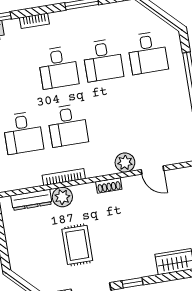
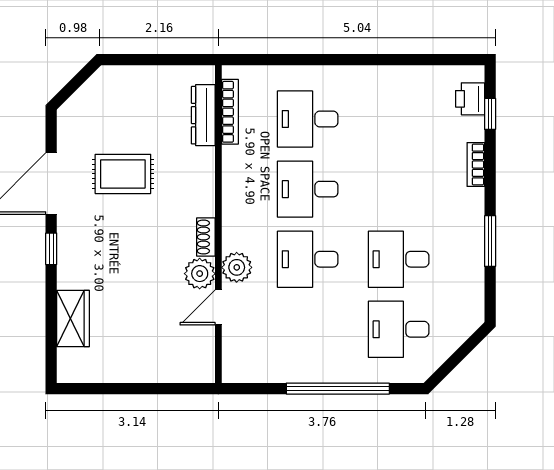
desk: (58, 67) -> (308, 259), moved
bookcase: (64, 177) -> (230, 112), moved
plant: (62, 197) -> (200, 274), moved

